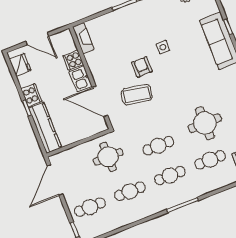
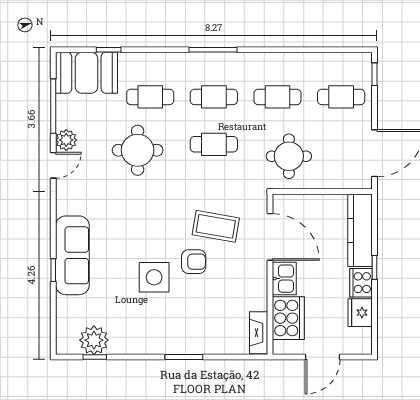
door: (37, 39) -> (323, 357), swing flipped
side table: (163, 47) -> (154, 277), width x1.87, depth x1.87
cooker: (73, 60) -> (288, 318), width x1.87, depth x1.31
fridge: (20, 65) -> (360, 313), moved
armchair: (142, 67) -> (194, 262), turned -90

